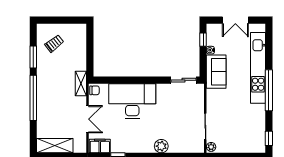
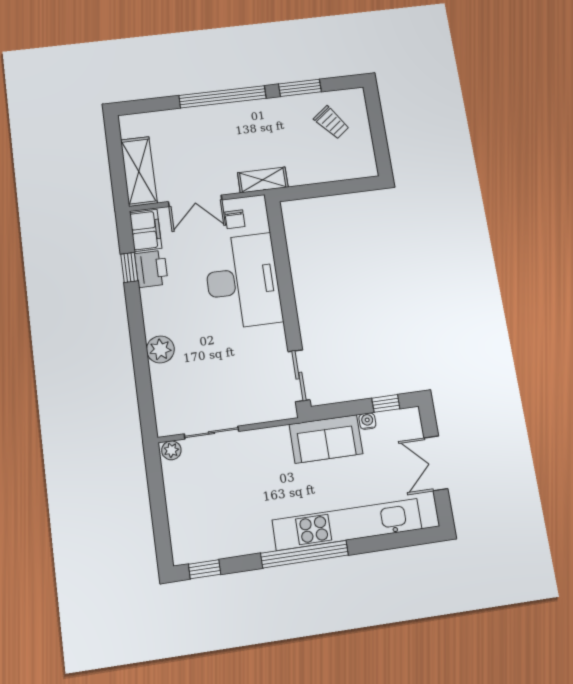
chair: (95, 90) -> (235, 219), moved
shelving: (55, 146) -> (139, 171), moved
printer: (120, 146) -> (151, 269), added

